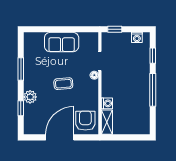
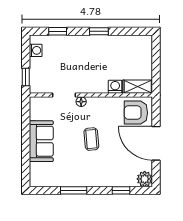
window: (153, 90) -> (99, 31), width x0.46
plant: (30, 97) -> (145, 179), moved

